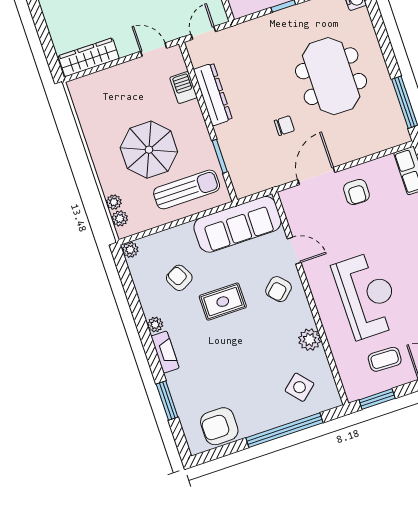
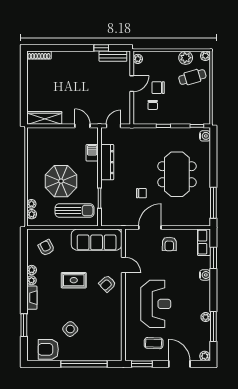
plant: (130, 250) -> (32, 270), moved
armchair: (179, 278) -> (46, 248), moved
plant: (310, 340) -> (115, 318), removed
side table: (299, 387) -> (70, 329), moved

